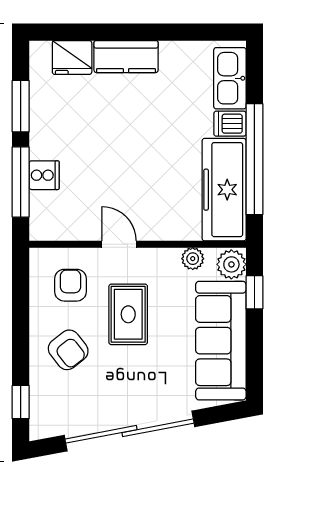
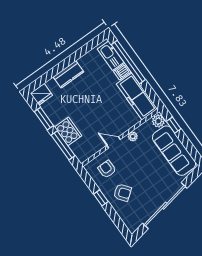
fridge: (72, 57) -> (41, 94), moved
window: (254, 159) -> (128, 62), moved
cooker: (44, 175) -> (68, 131), width x1.87, depth x1.31
plant: (193, 259) -> (133, 136), moved
rug: (128, 314) -> (135, 165), removed
window: (21, 402) -> (101, 198), moved

